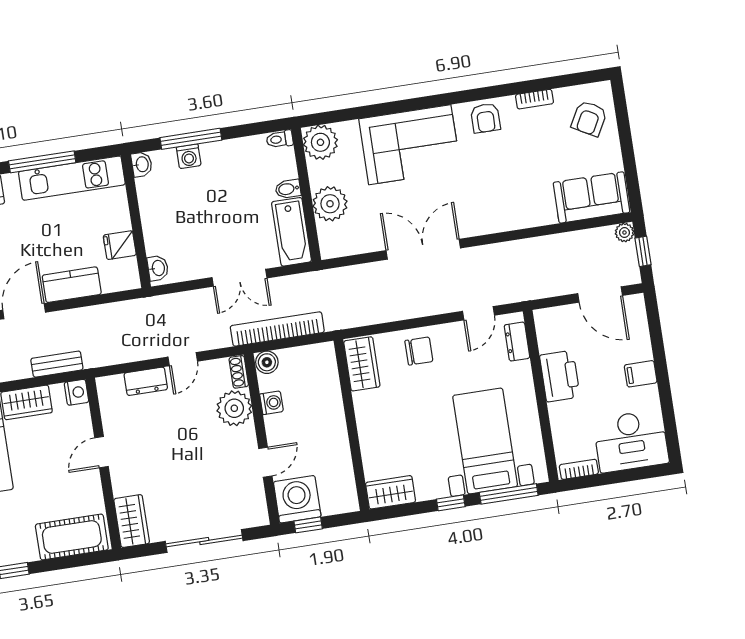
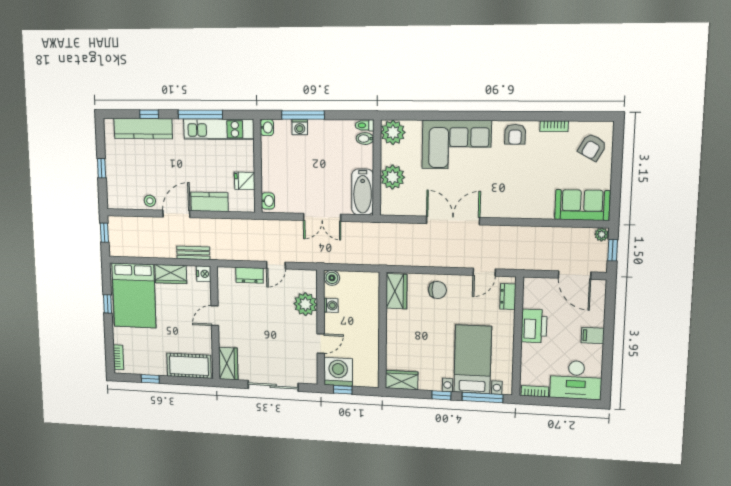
bidet: (288, 189) -> (365, 139), moved
bookcase: (277, 329) -> (342, 257), removed
shoe rack: (239, 372) -> (312, 281), removed

